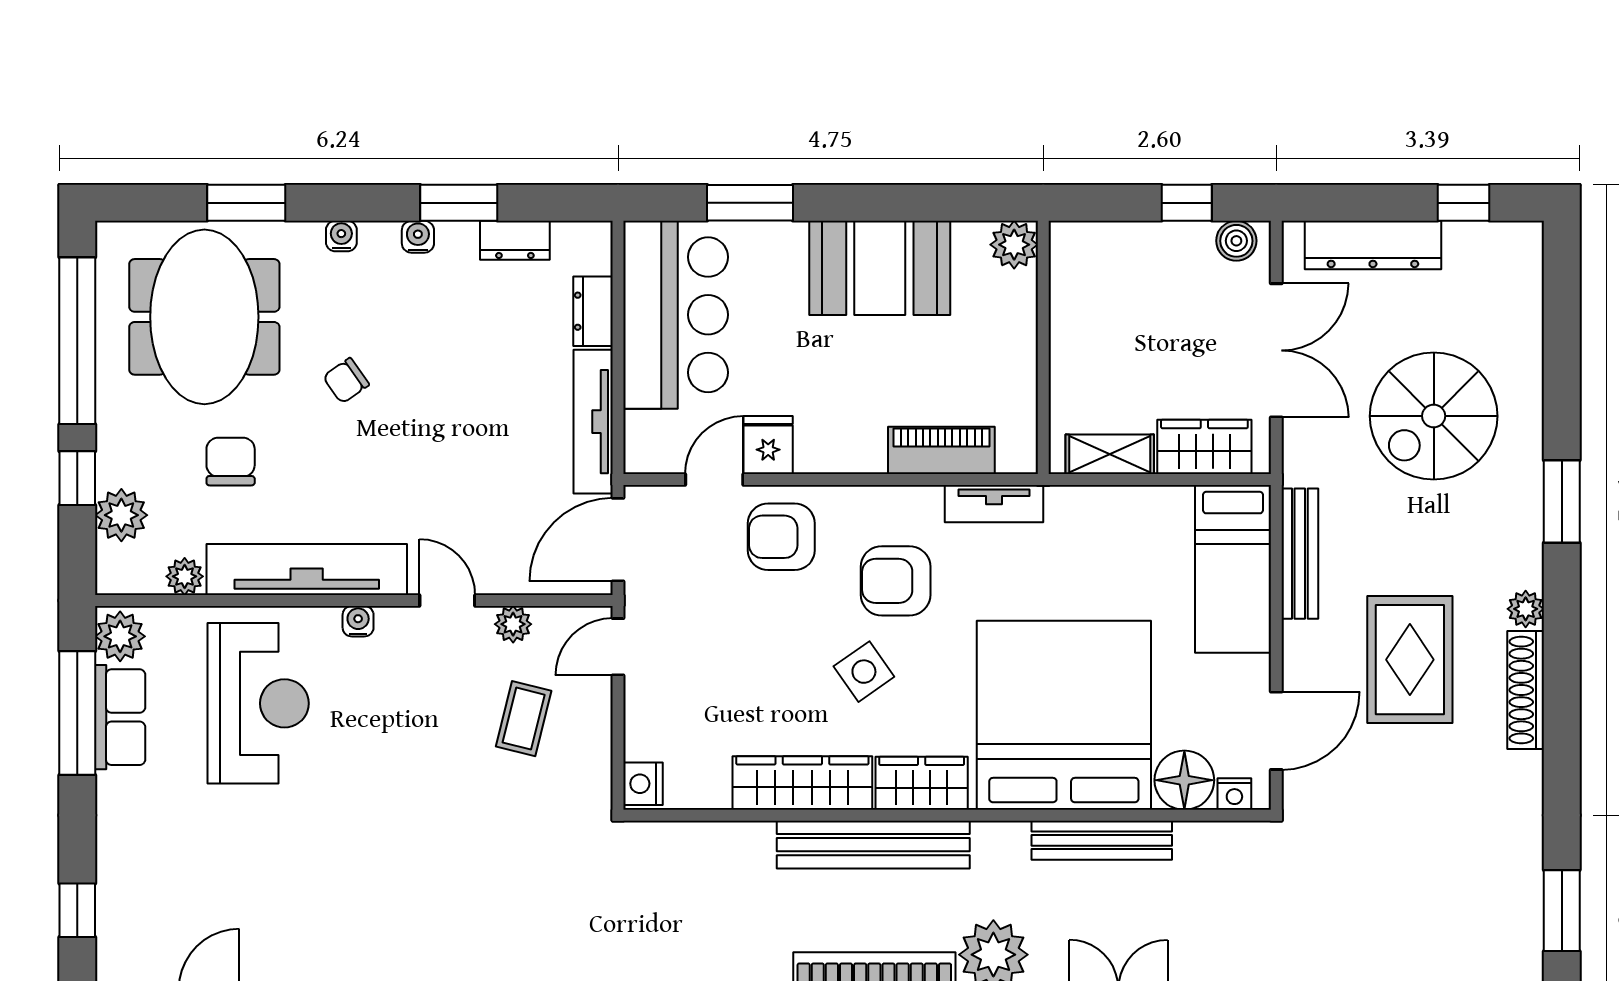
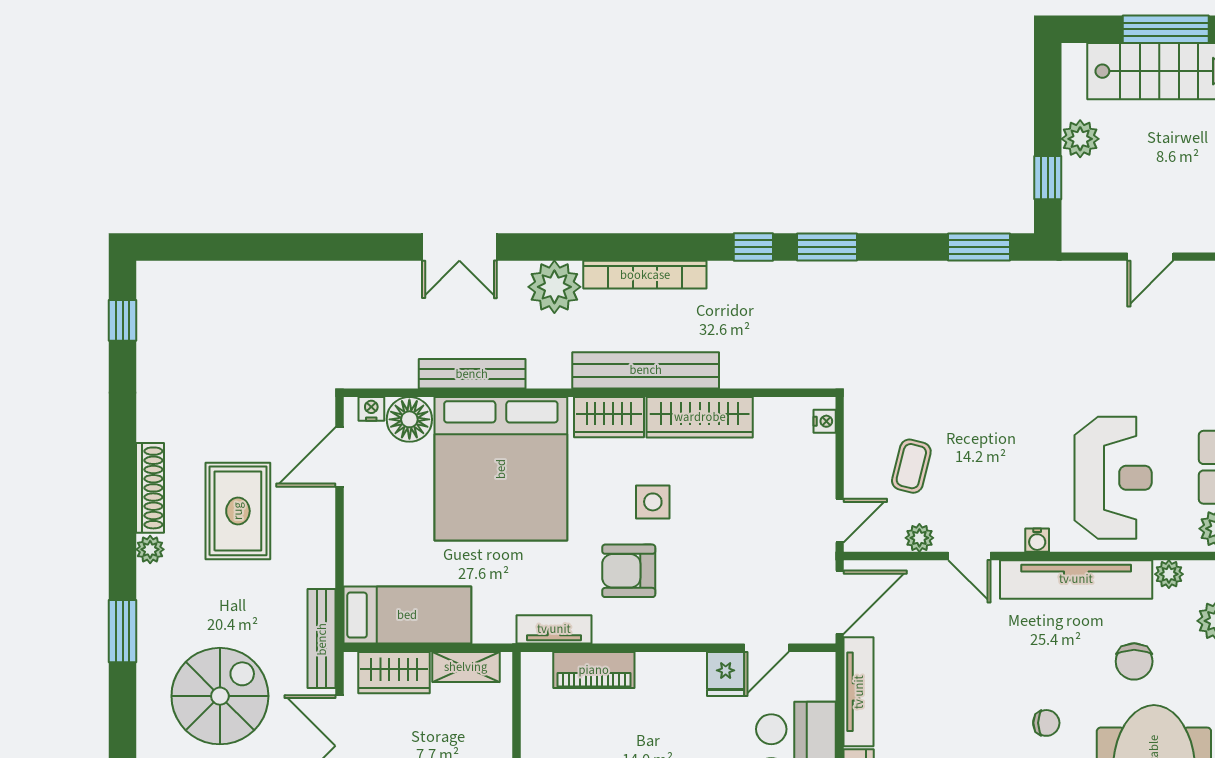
chair: (346, 381) -> (1046, 723), turned 35
armchair: (781, 537) -> (716, 604), removed
bench: (1300, 554) -> (322, 639), moved
bed: (1233, 569) -> (407, 615), moved, turned 90
armchair: (896, 581) -> (629, 571), turned 180
side table: (864, 672) -> (653, 502), turned 35
reception desk: (258, 703) -> (1113, 478), turned 180
nightstand: (643, 784) -> (825, 421), width x0.72, depth x0.74
window: (1562, 911) -> (123, 320), width x0.67

